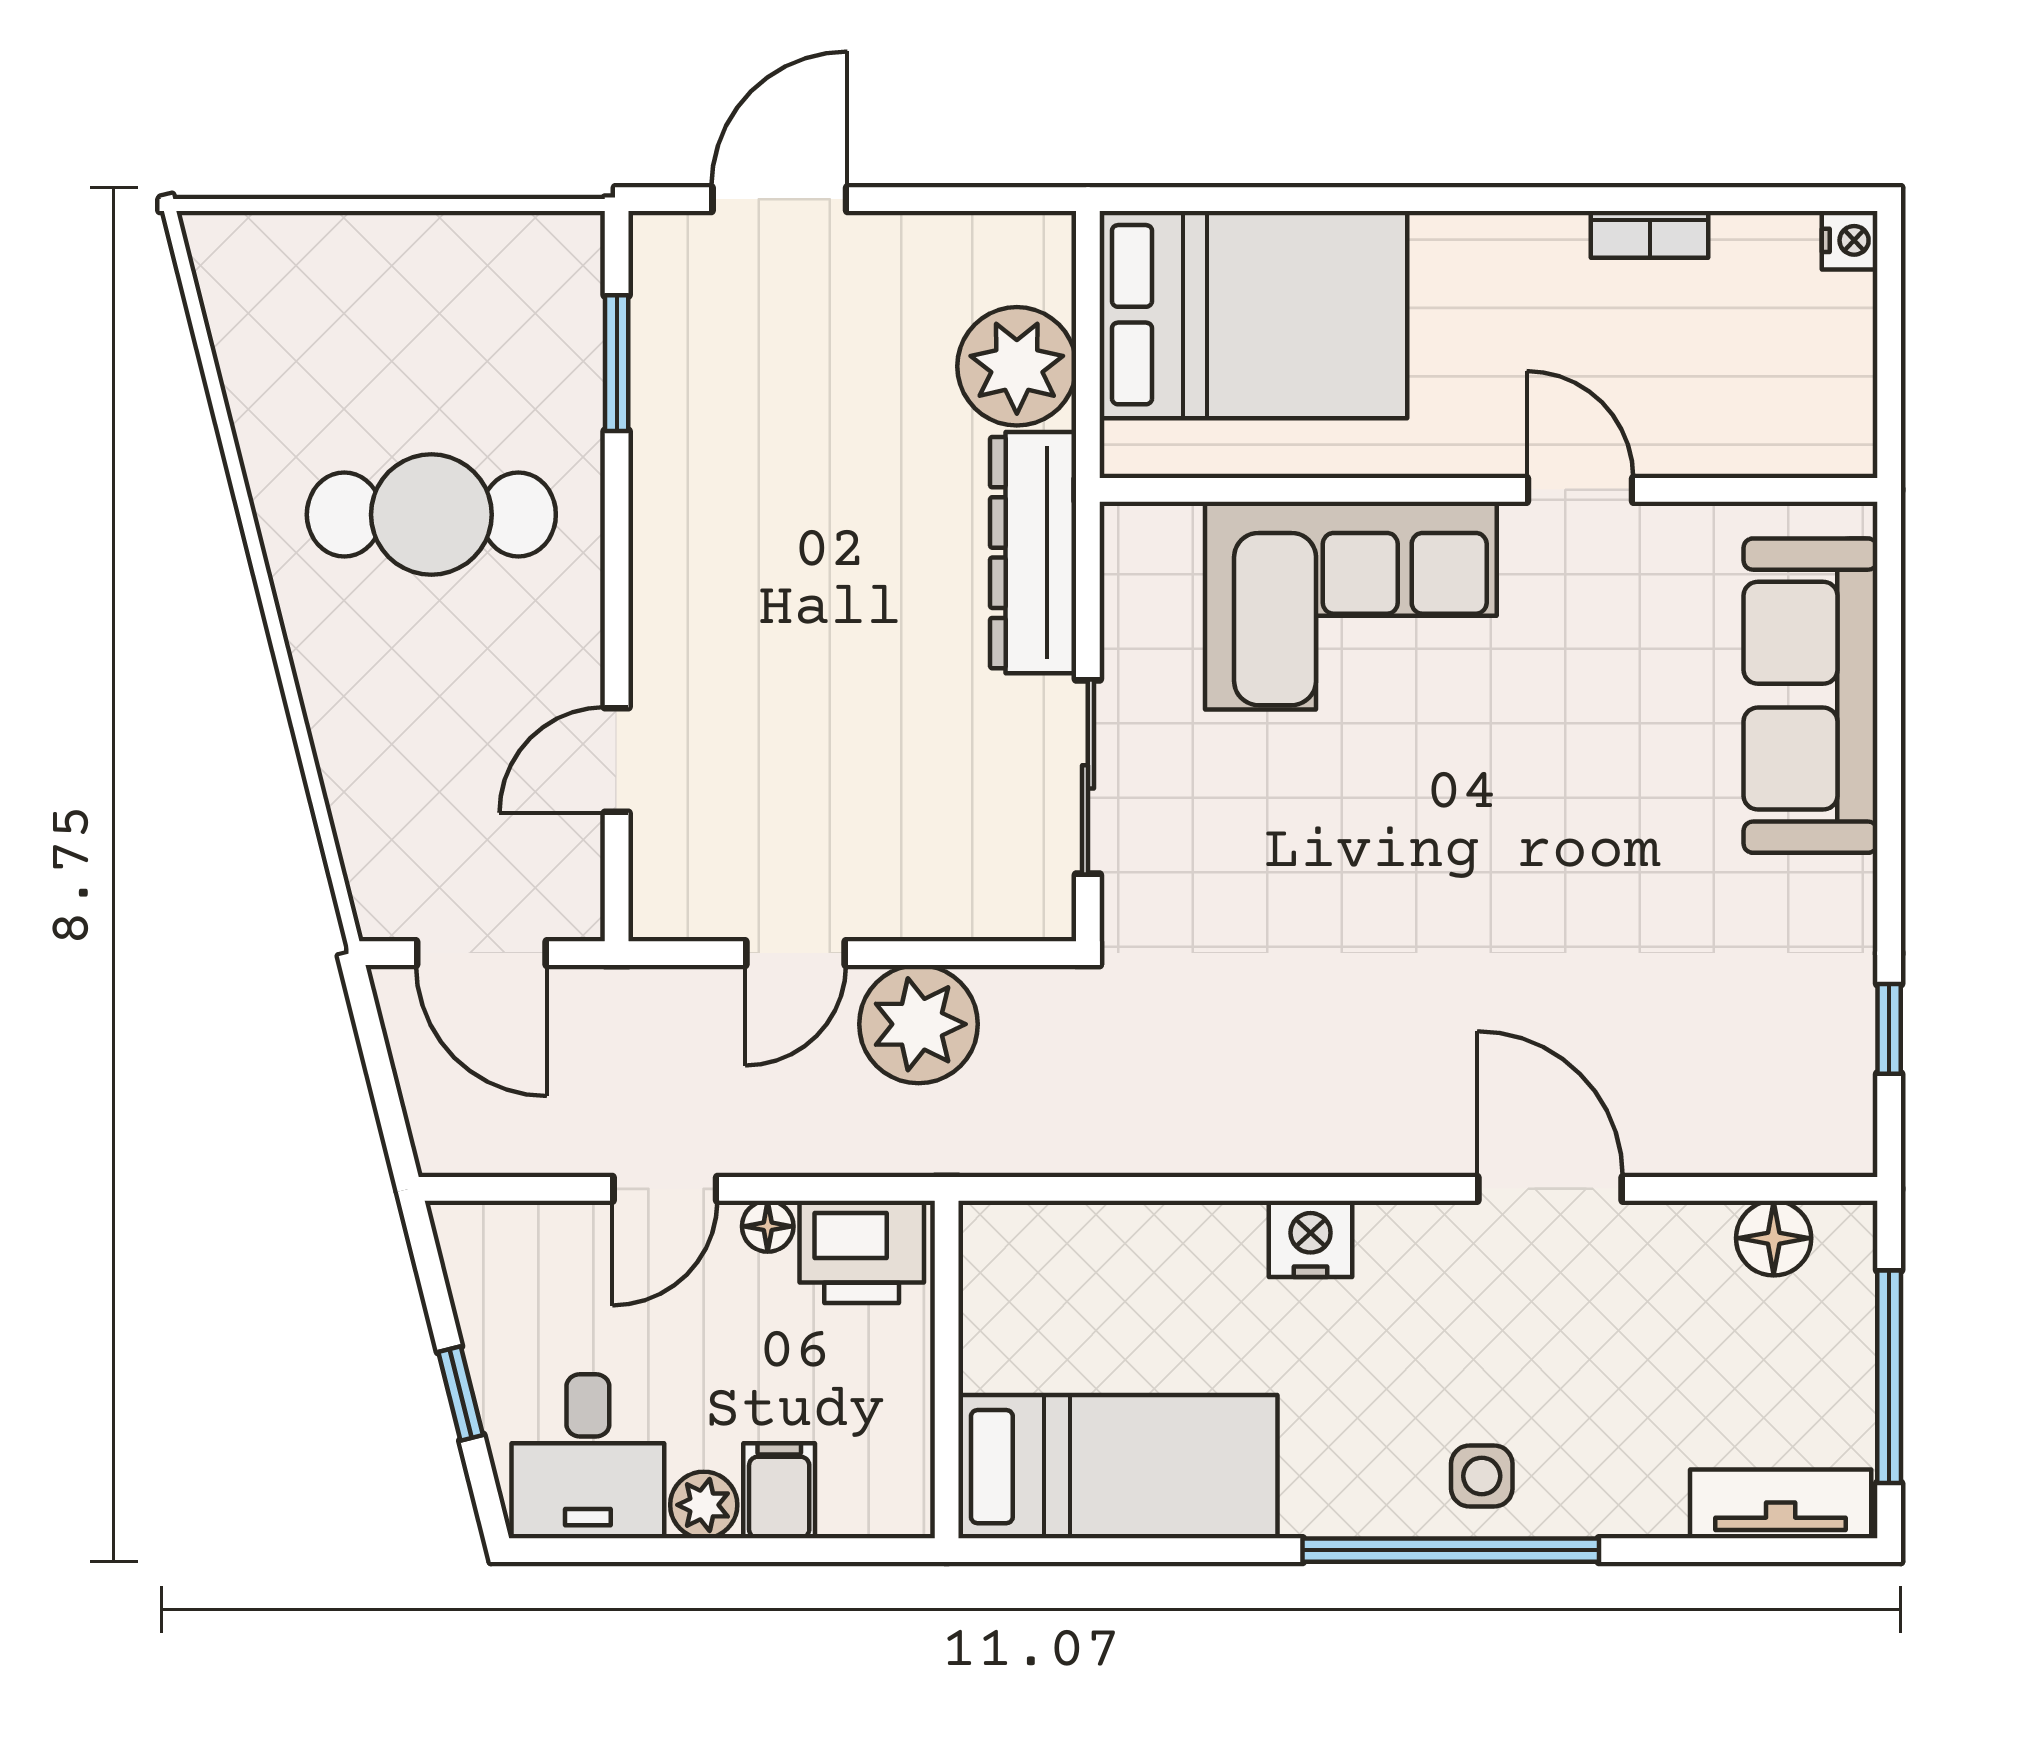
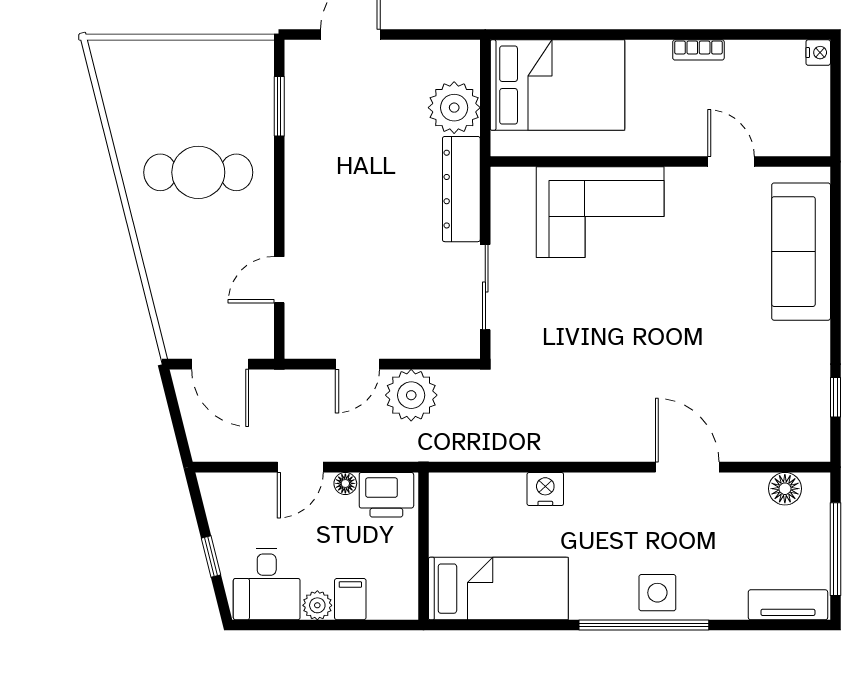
bookcase: (1650, 234) -> (698, 50), moved
door: (1580, 490) -> (731, 162), moved
nightstand: (1311, 1239) -> (545, 489), moved
side table: (1482, 1476) -> (657, 593), width x1.37, depth x1.37

